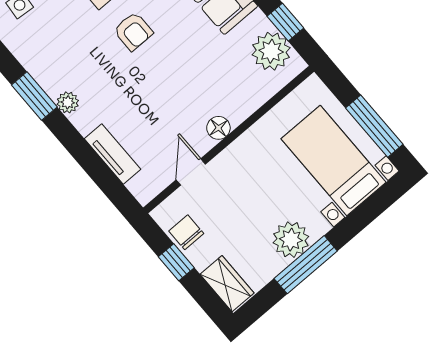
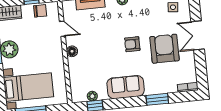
plant: (271, 51) -> (92, 96), width x0.53, depth x0.53

